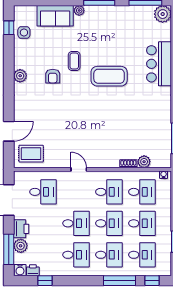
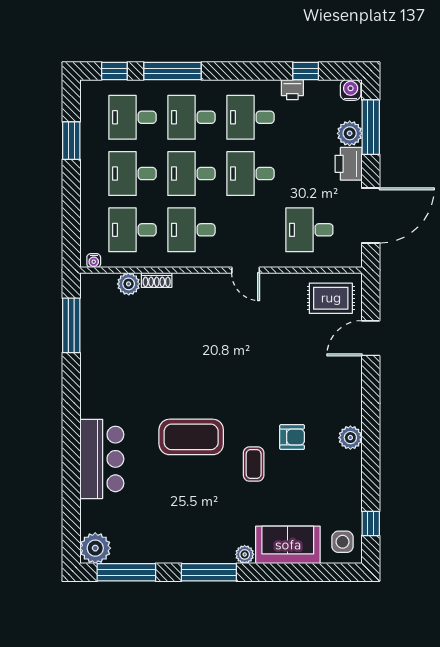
side table: (24, 32) -> (343, 542), moved
armchair: (53, 76) -> (292, 437), turned 90
printer: (33, 270) -> (292, 90), moved

